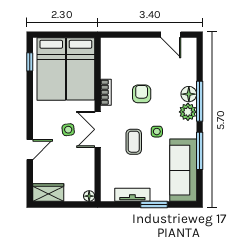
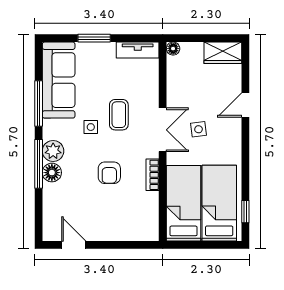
tv unit: (132, 195) -> (138, 50), moved

